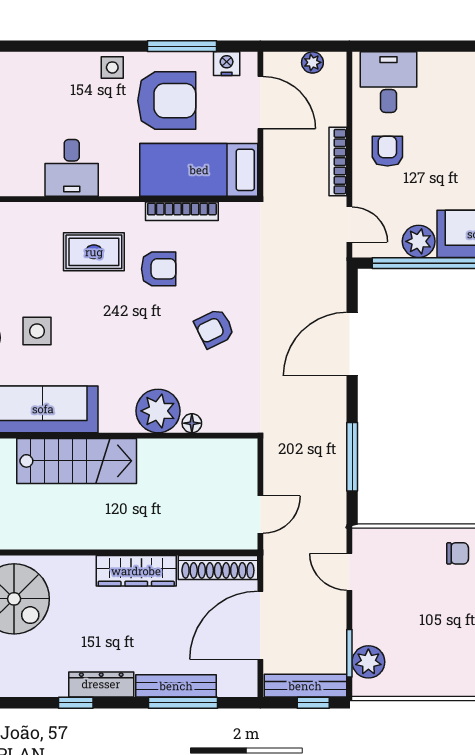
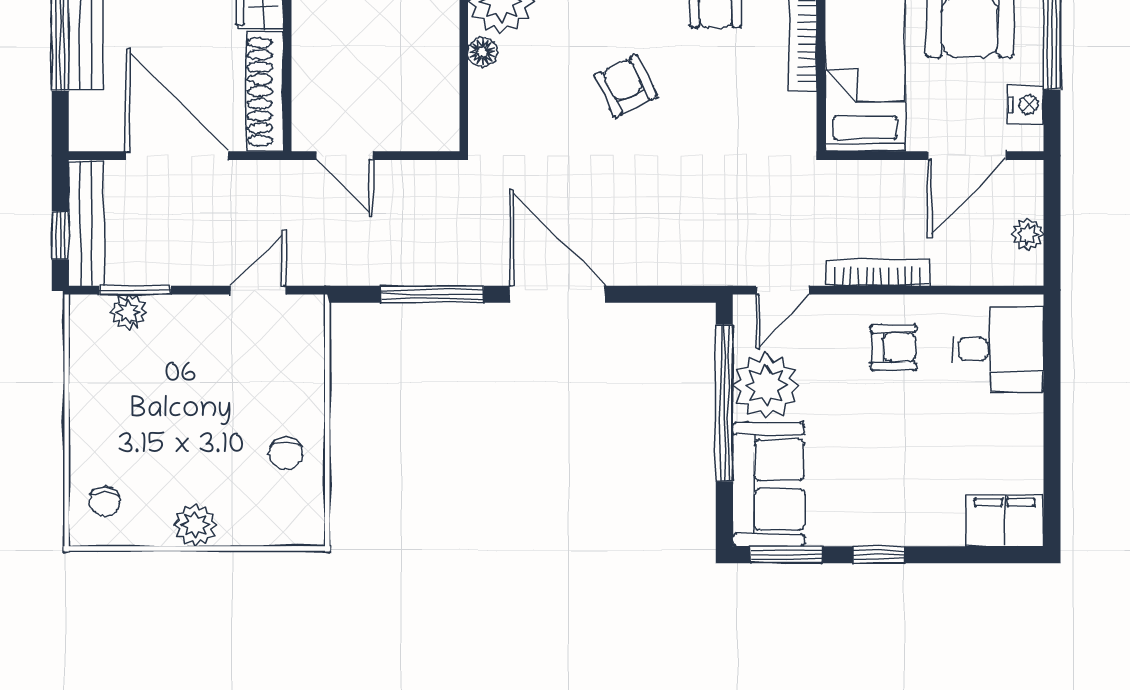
plant: (419, 241) -> (766, 386), width x1.36, depth x1.36
door: (352, 344) -> (557, 294), moved
plant: (368, 662) -> (129, 312), width x0.73, depth x0.73

